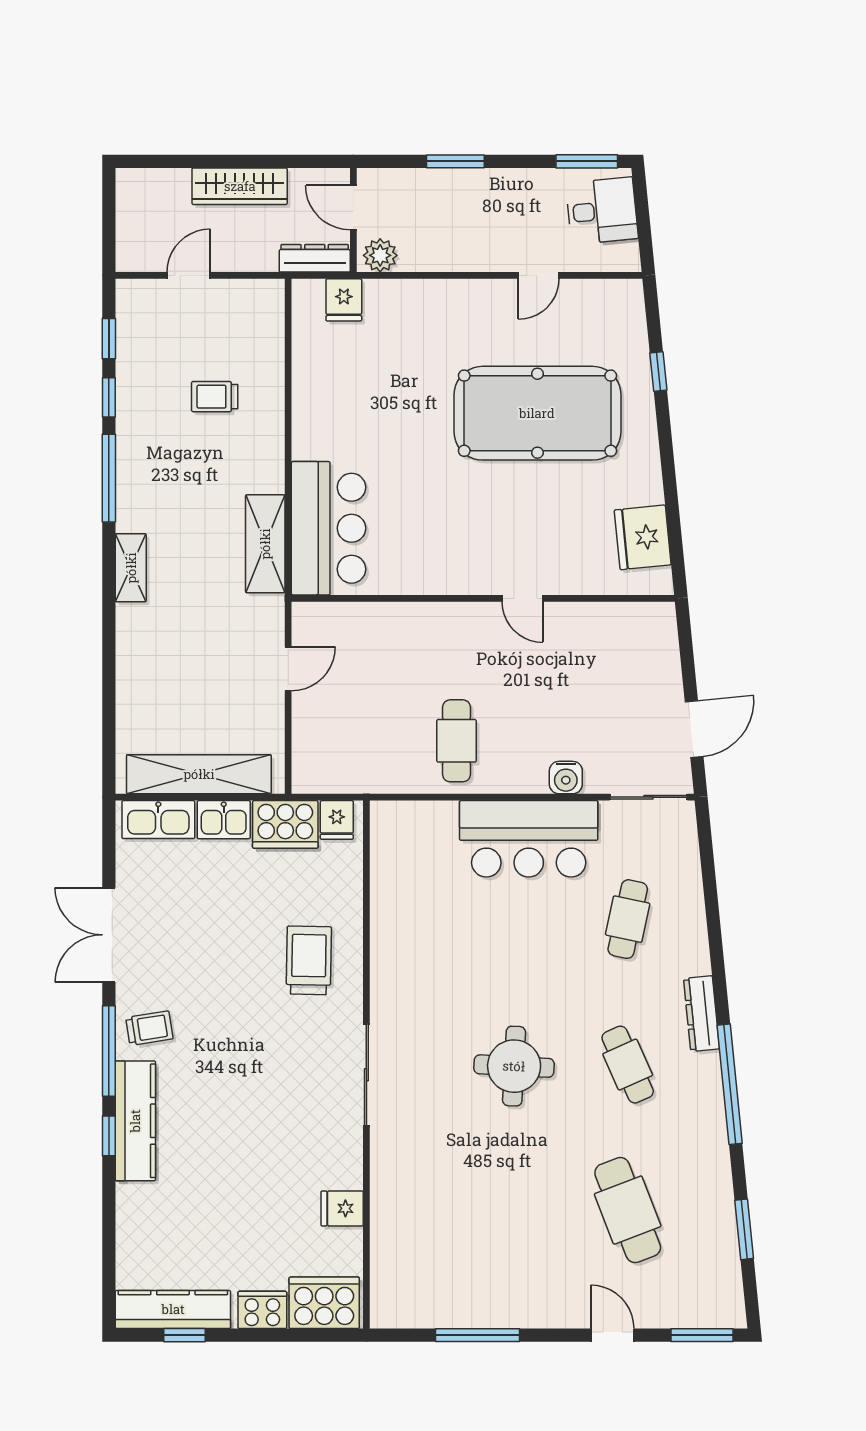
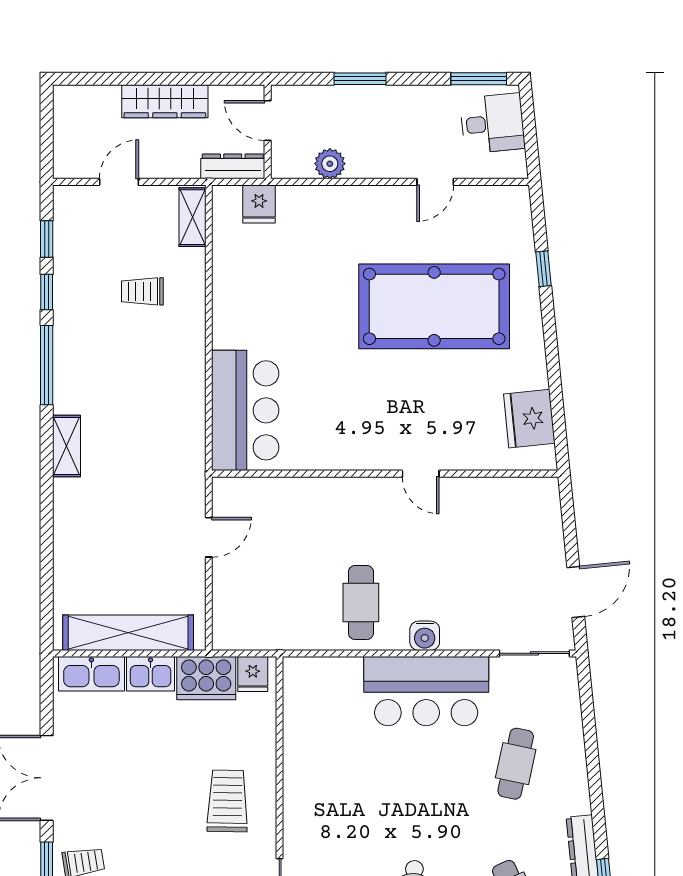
plant: (380, 255) -> (330, 164), moved
shelving: (265, 544) -> (192, 217), moved, width x0.67, depth x0.75
water cooler: (566, 778) -> (425, 636), moved

